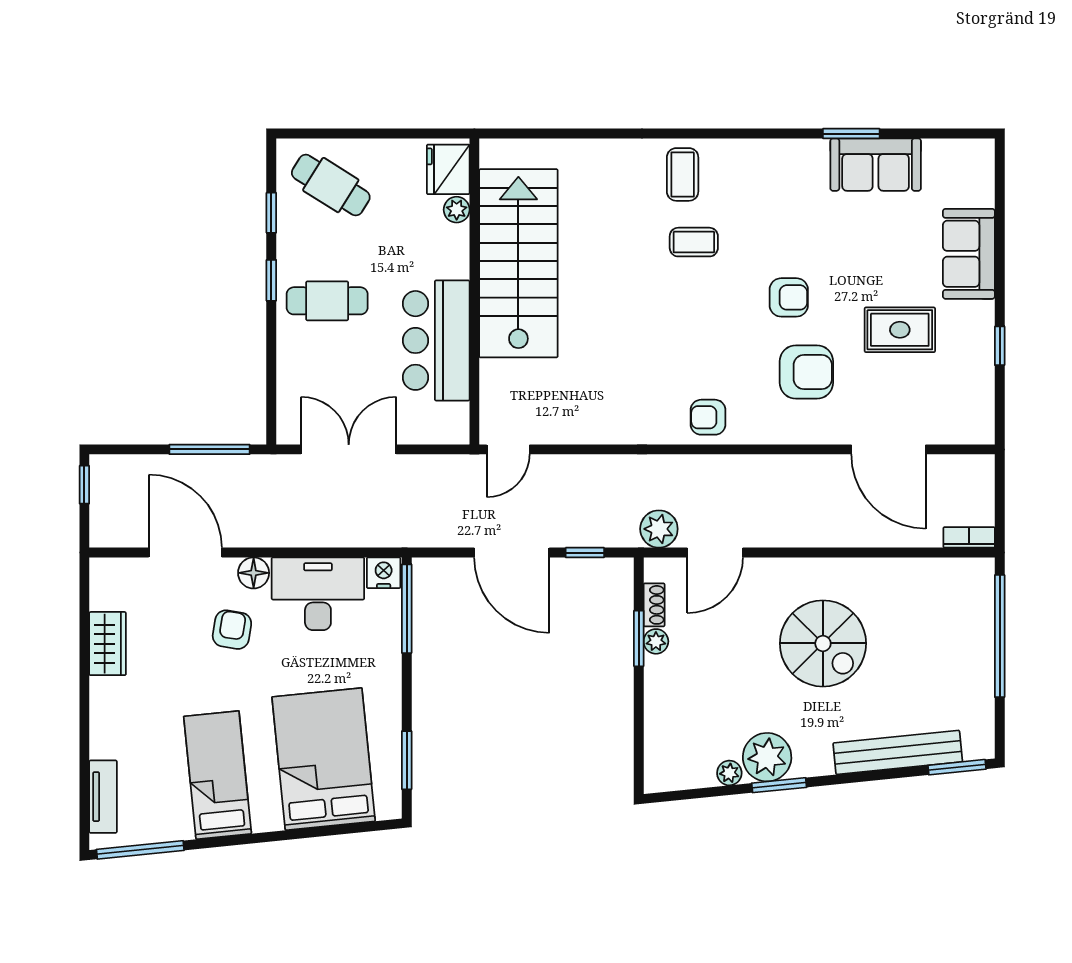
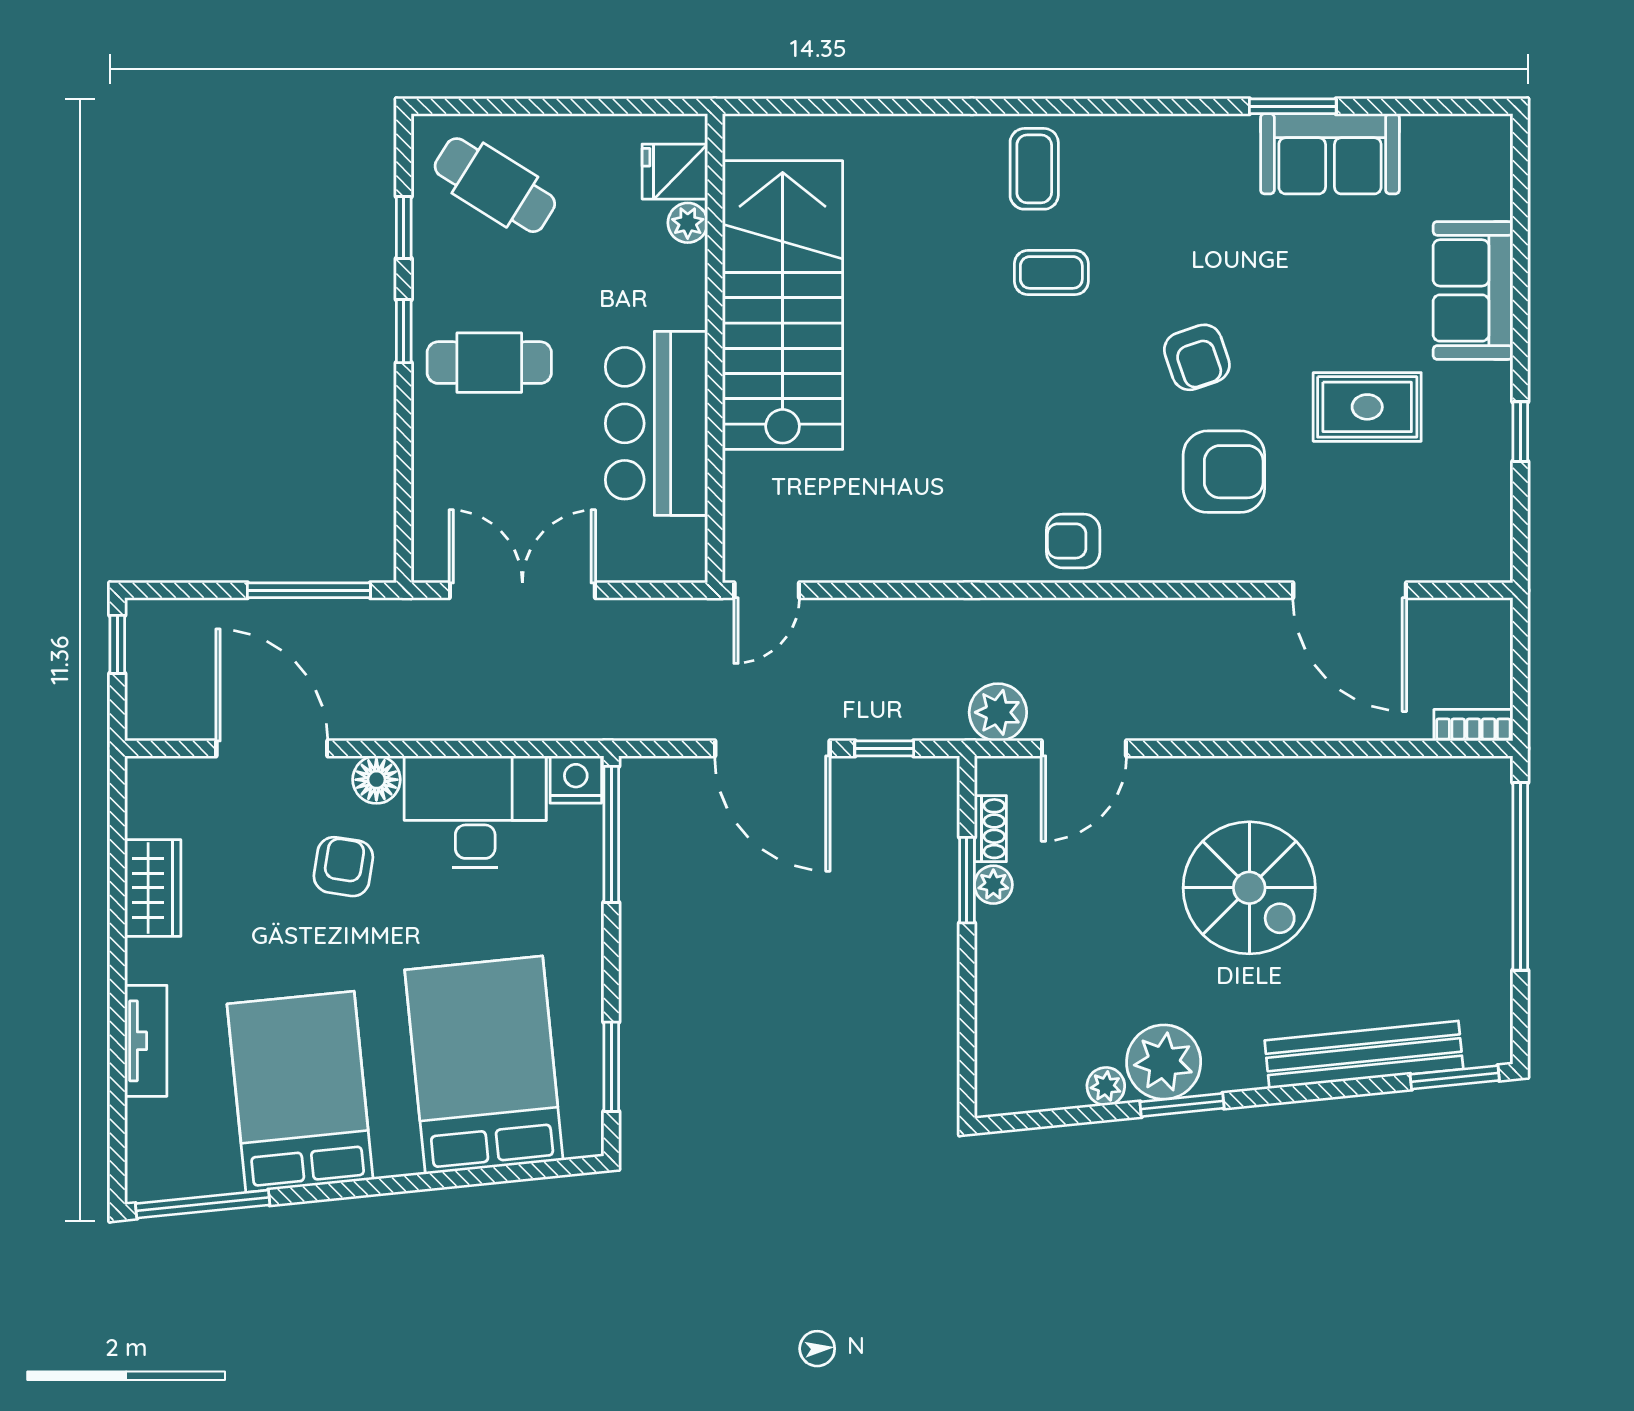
fridge: (448, 169) -> (675, 172), width x0.72
armchair: (789, 297) -> (1197, 357), turned 71
bed: (218, 775) -> (300, 1092), width x1.50
tv unit: (103, 797) -> (146, 1041), moved

